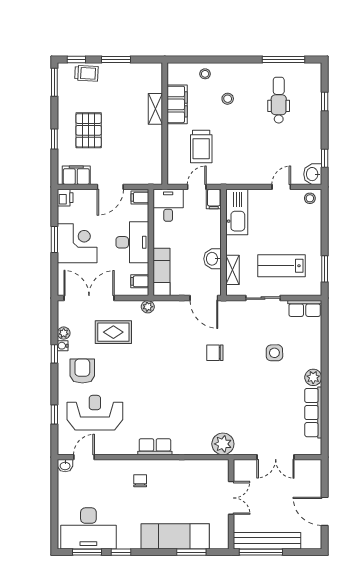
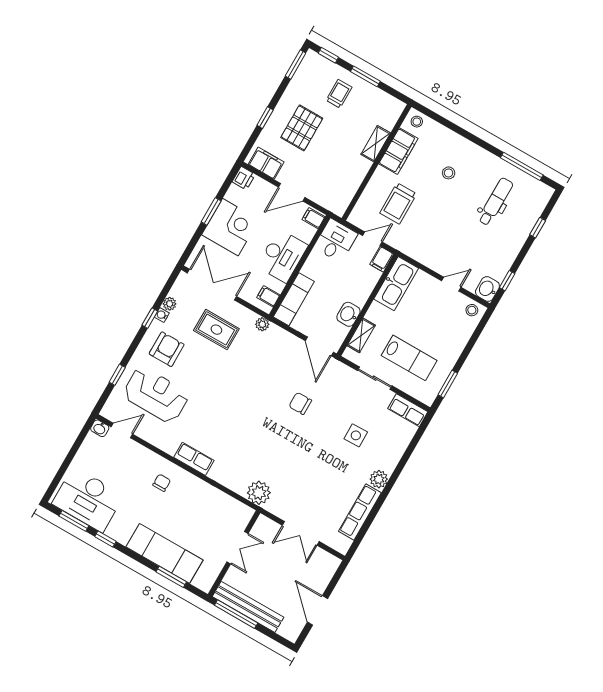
trolley: (86, 73) -> (339, 94), moved, turned -93
stool: (205, 74) -> (417, 122), moved
lab bench: (282, 266) -> (409, 358), turned 180

